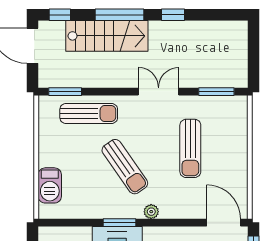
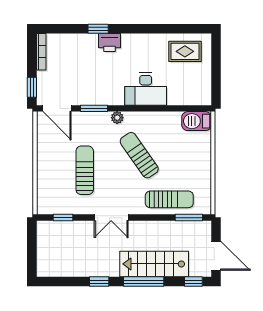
window: (216, 92) -> (63, 218), width x0.67
sun lounger: (89, 113) -> (169, 199), turned 180
barbecue: (50, 185) -> (197, 121), moved, turned -90
window: (120, 223) -> (94, 108), moved

